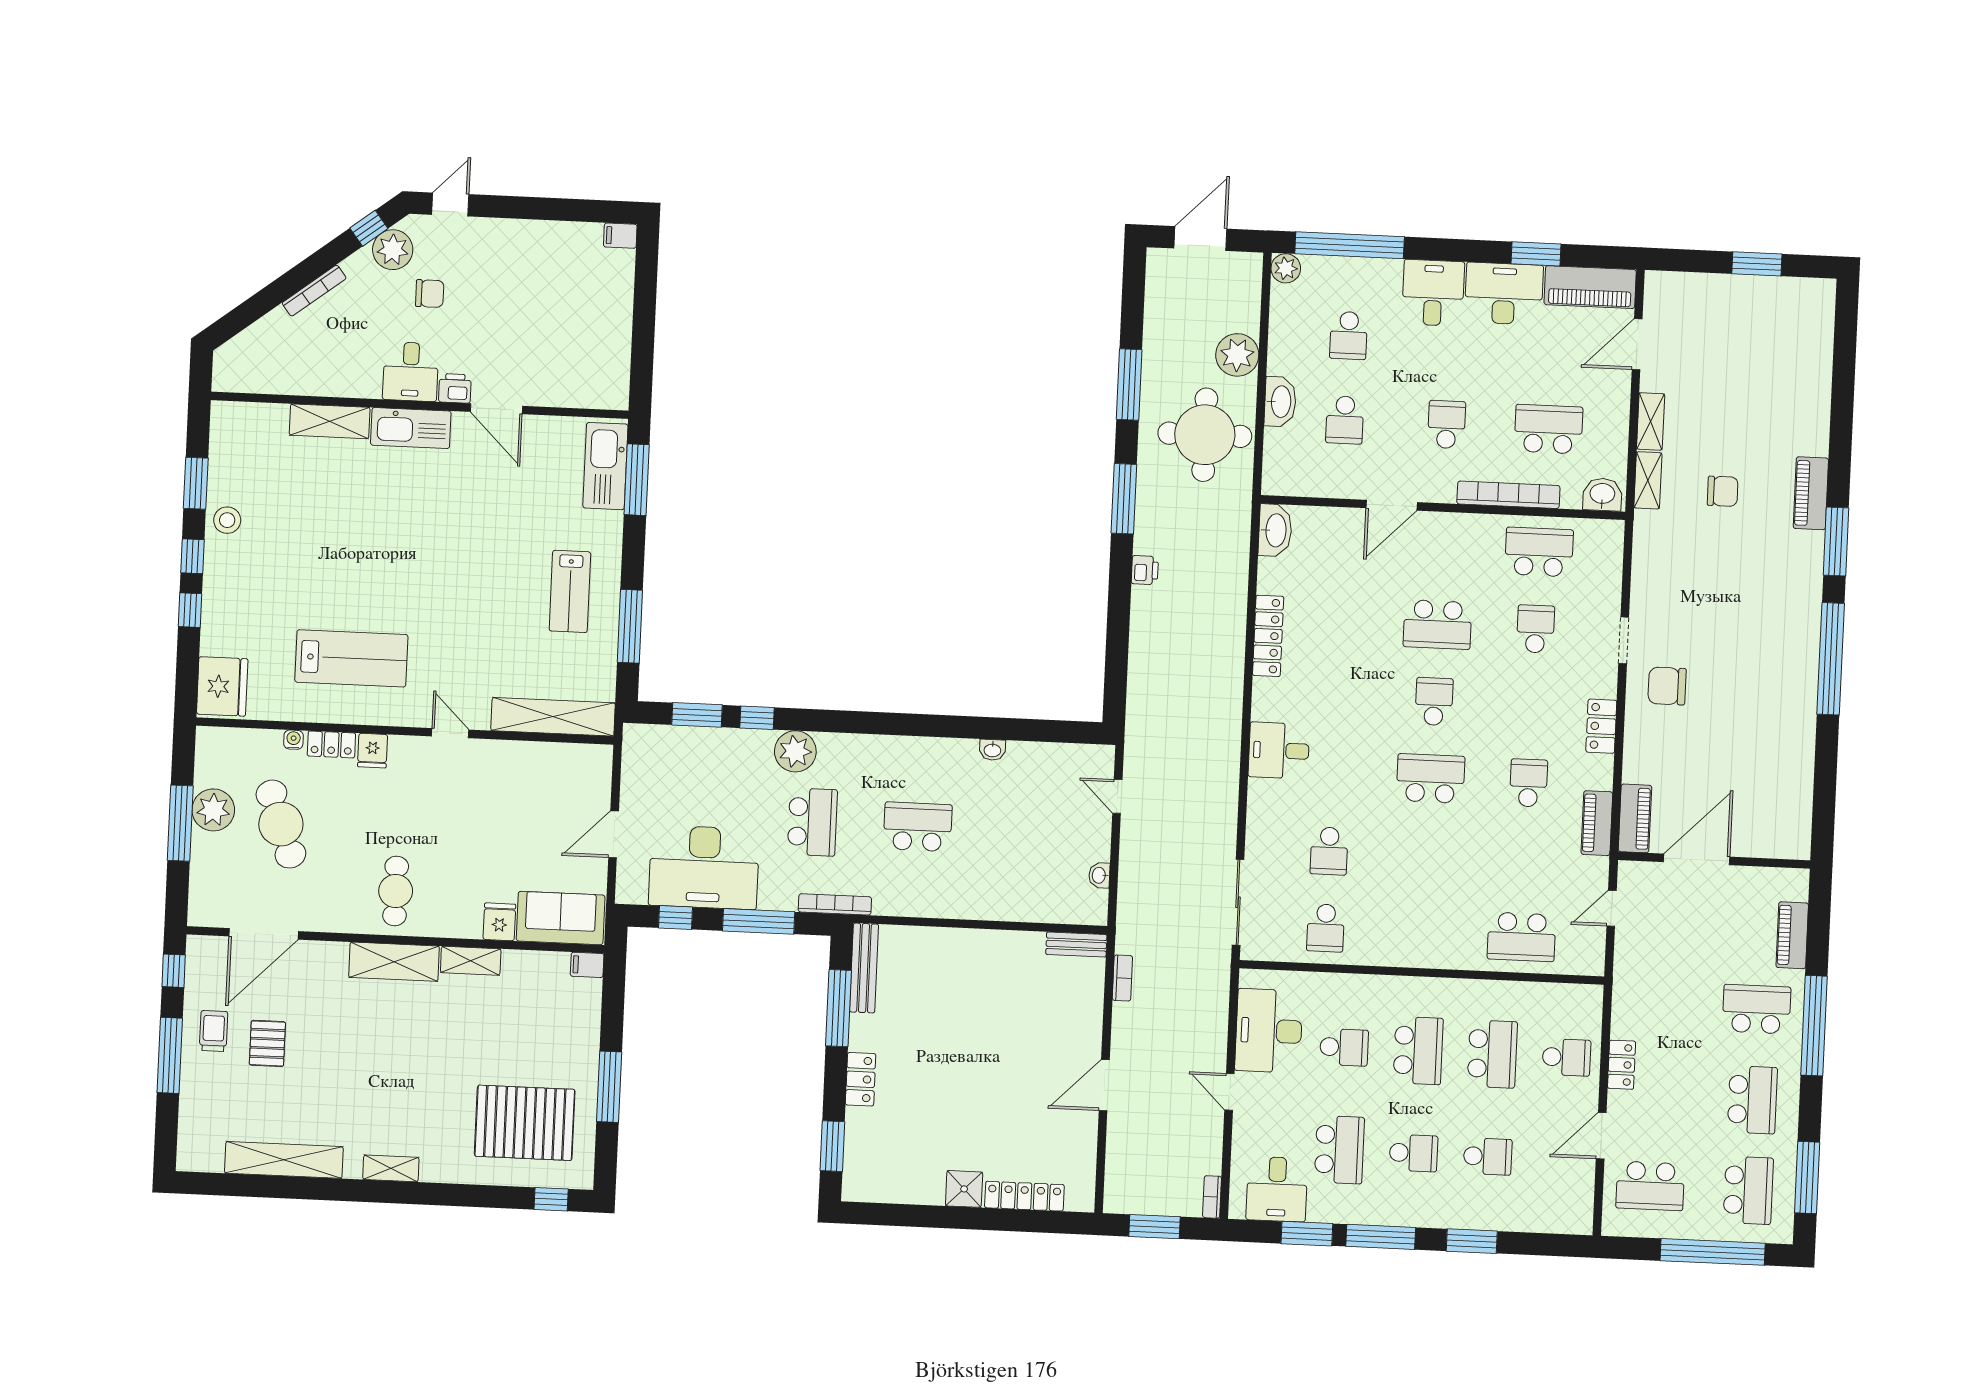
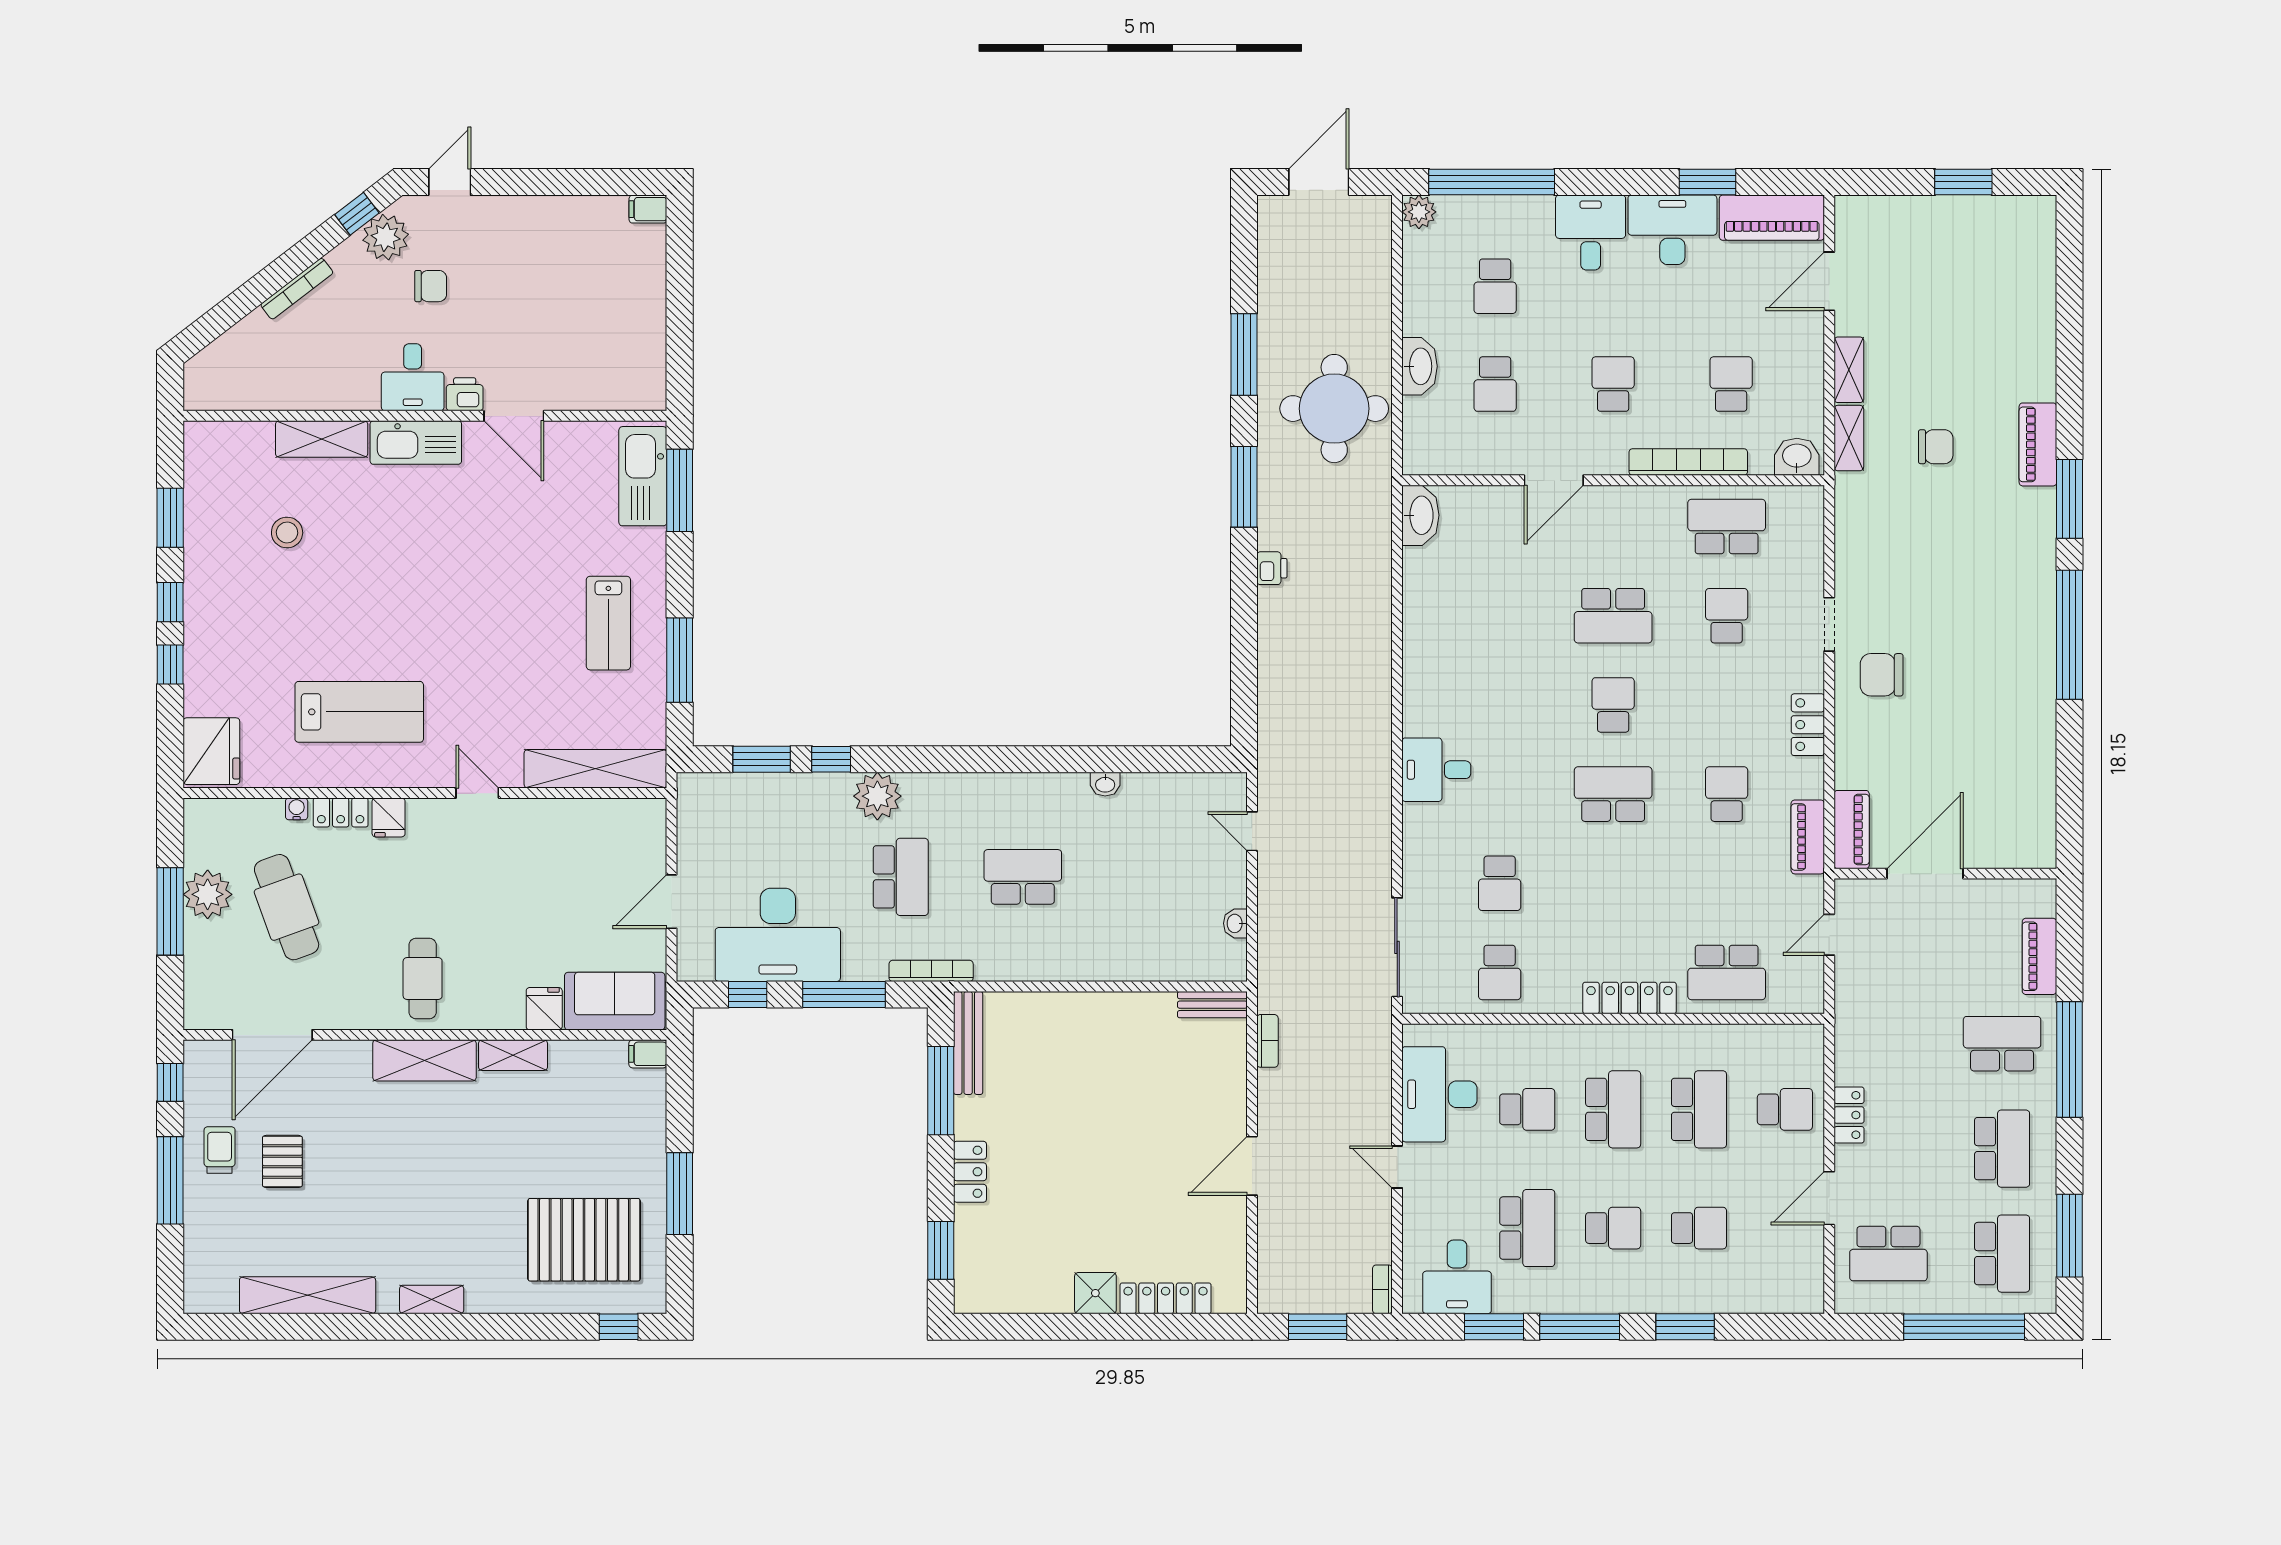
plant: (1237, 355) -> (1367, 315), removed
school desk: (1548, 429) -> (1731, 384), width x0.54
stool: (227, 520) -> (287, 532), moved
locker: (1268, 636) -> (1630, 998), moved, turned -90

